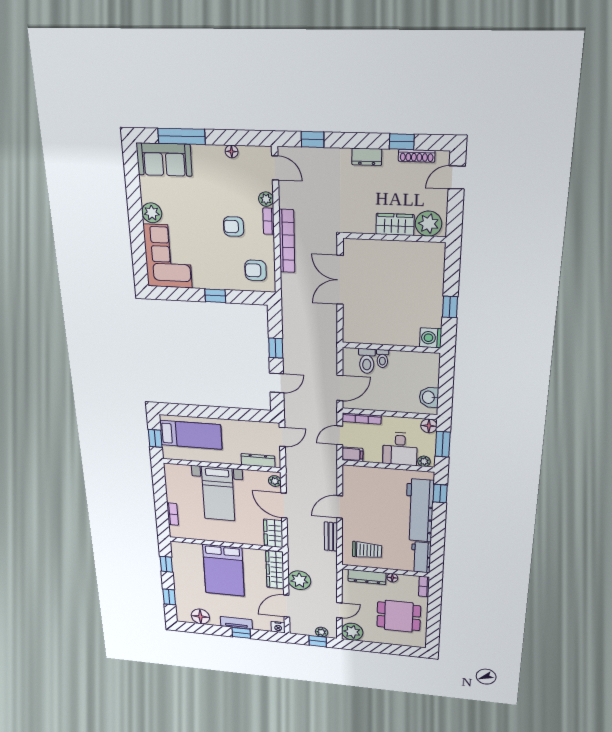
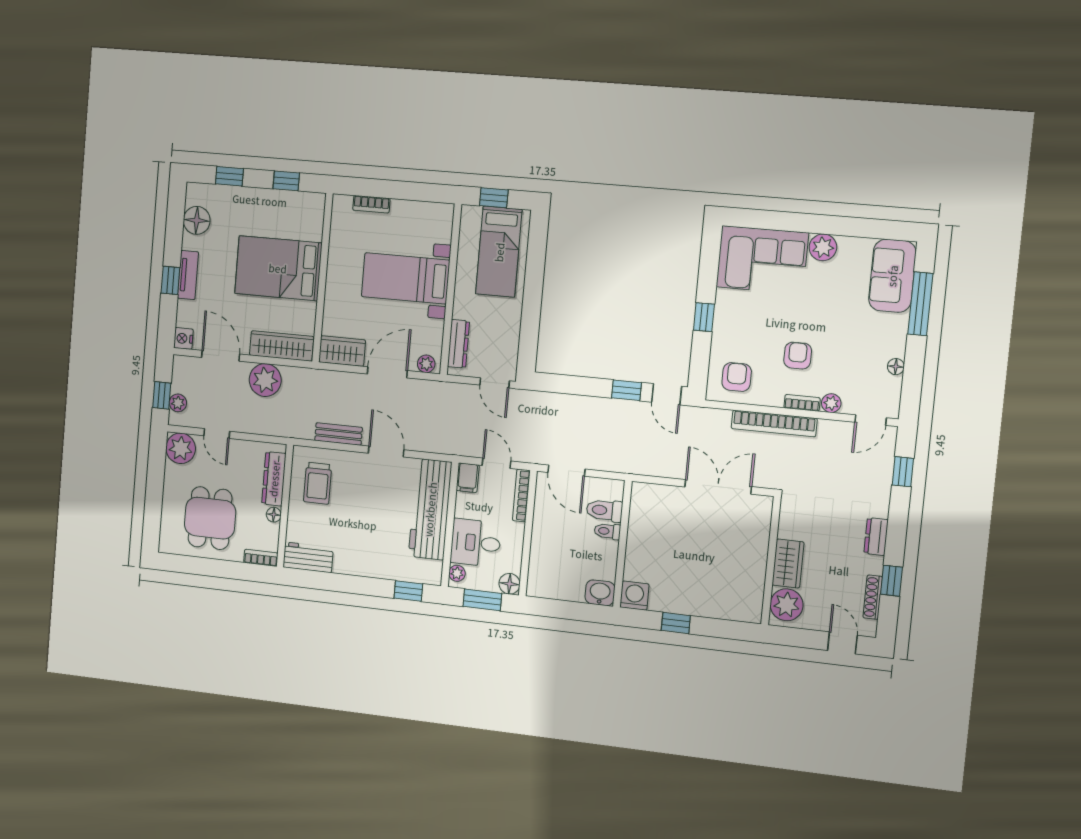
door: (277, 383) -> (667, 394), moved
washbasin: (429, 397) -> (600, 593), moved
workbench: (419, 510) -> (430, 509), moved, turned -90

